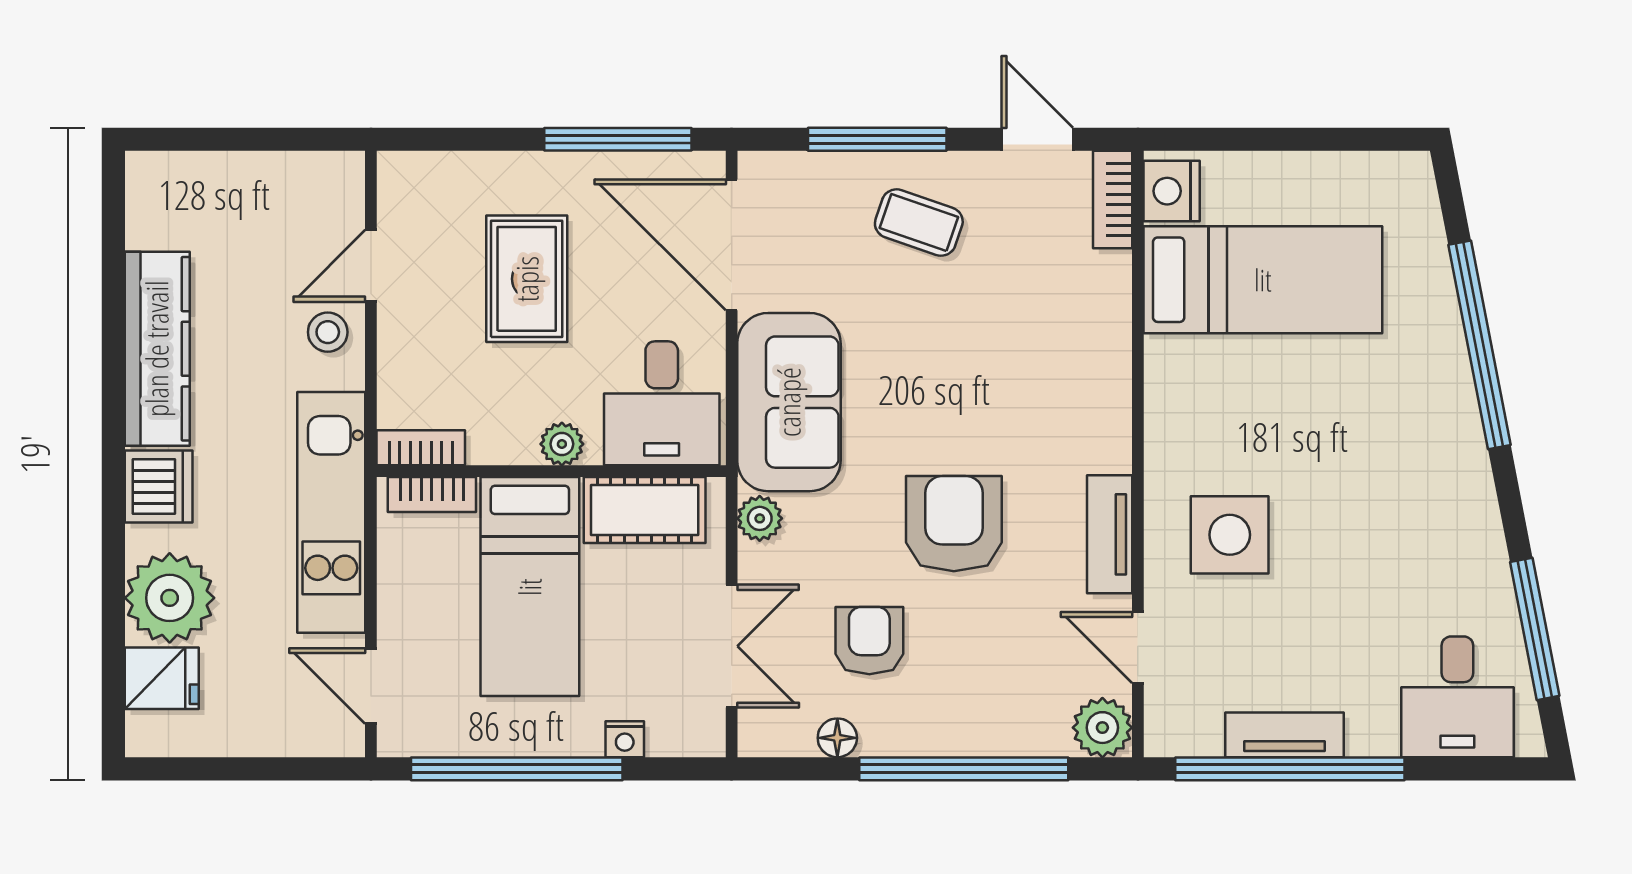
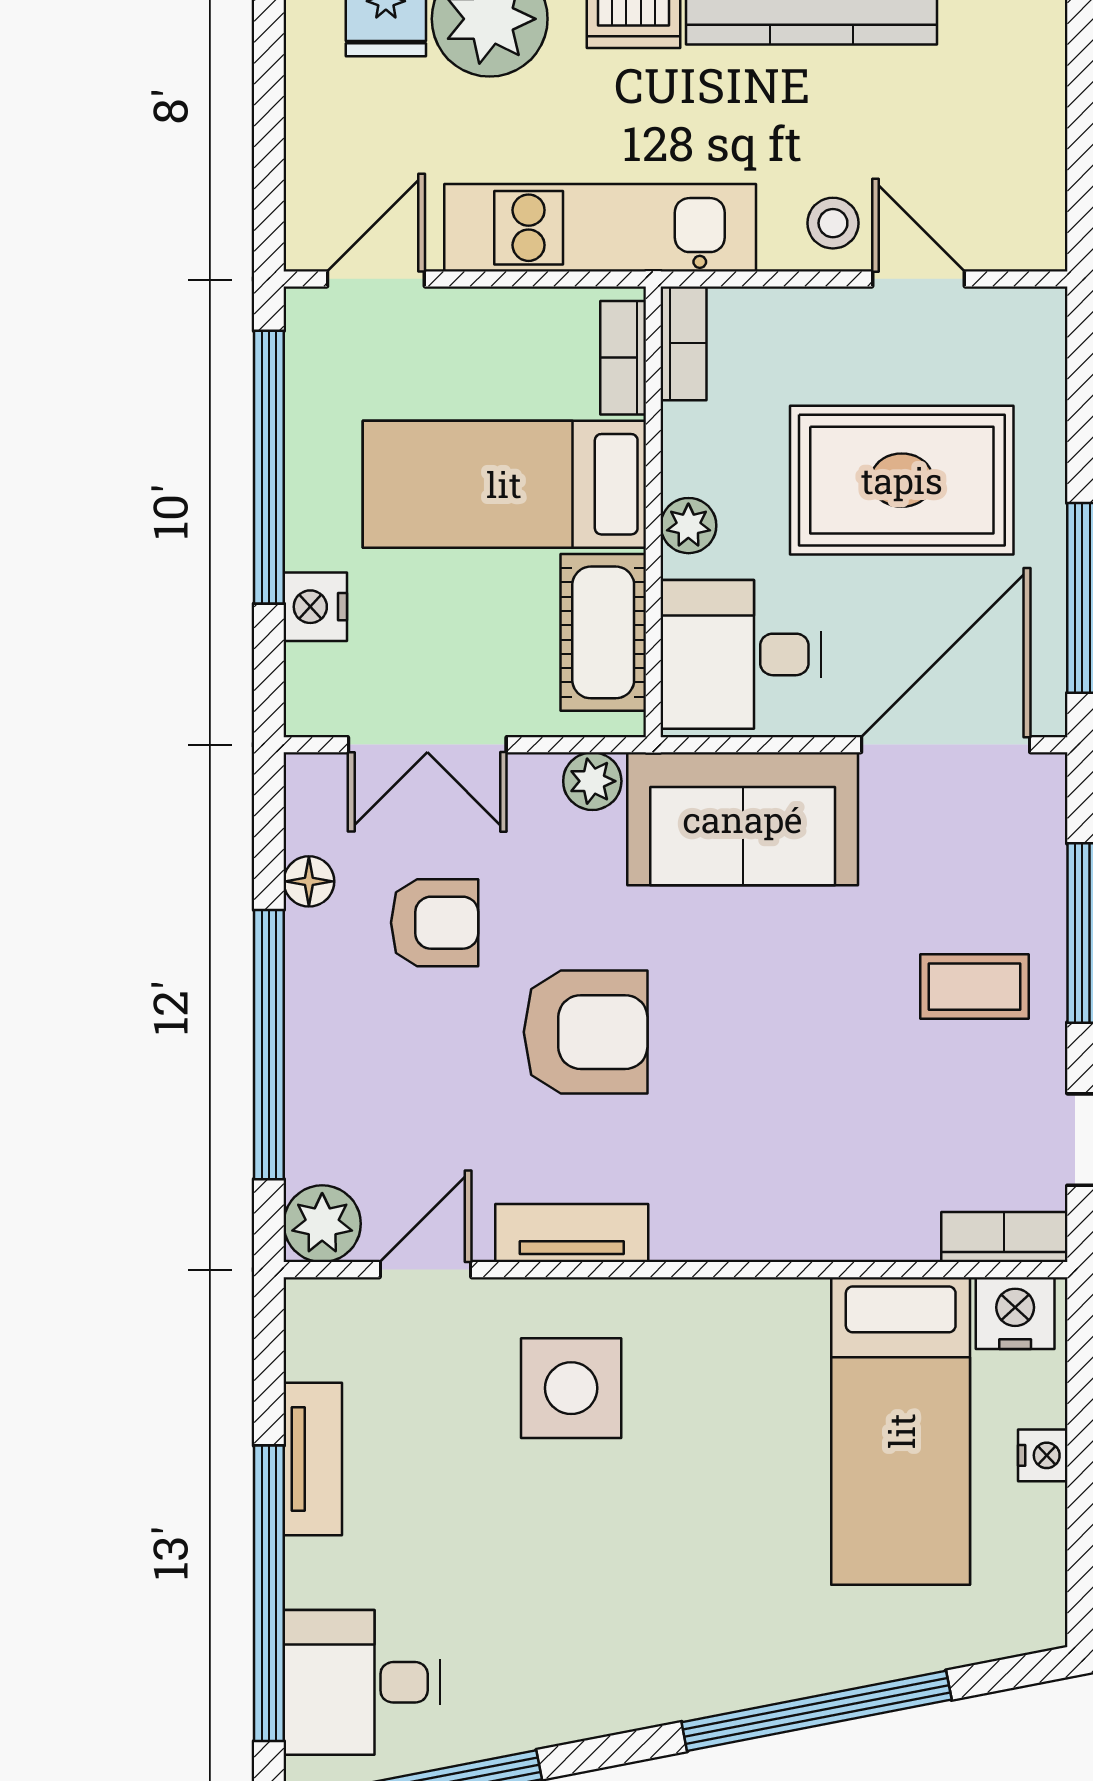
nightstand: (1282, 170) -> (1043, 1455), added
coffee table: (919, 223) -> (975, 987), turned 71
rug: (527, 279) -> (902, 480), width x1.36, depth x1.43
nightstand: (625, 739) -> (315, 607), width x1.39, depth x1.35
window: (1290, 769) -> (269, 1593), moved

